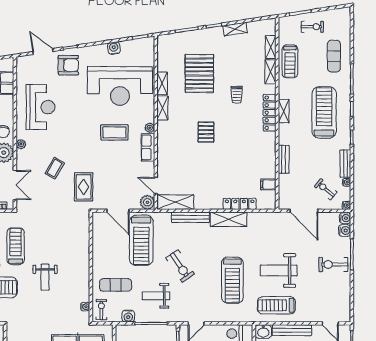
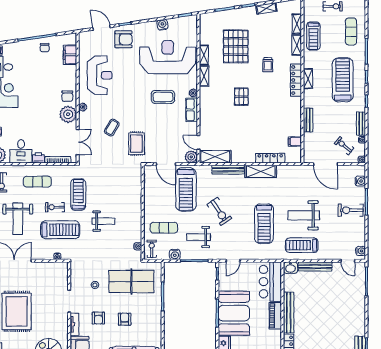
reception desk: (120, 86) -> (168, 57), turned 180
water cooler: (345, 218) -> (361, 251), moved
weight bench: (45, 277) -> (103, 221), turned -90

